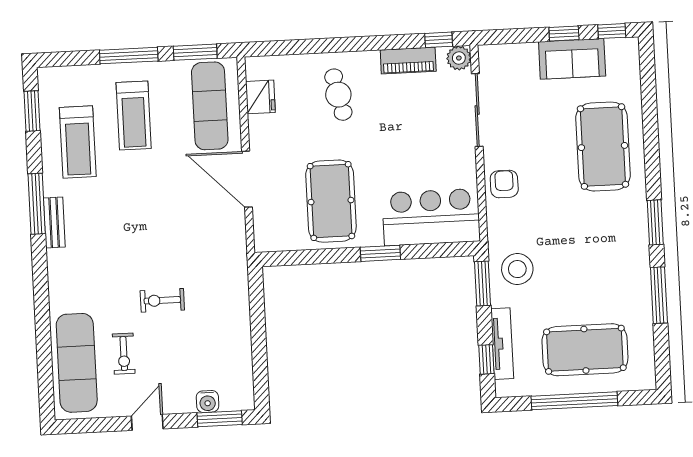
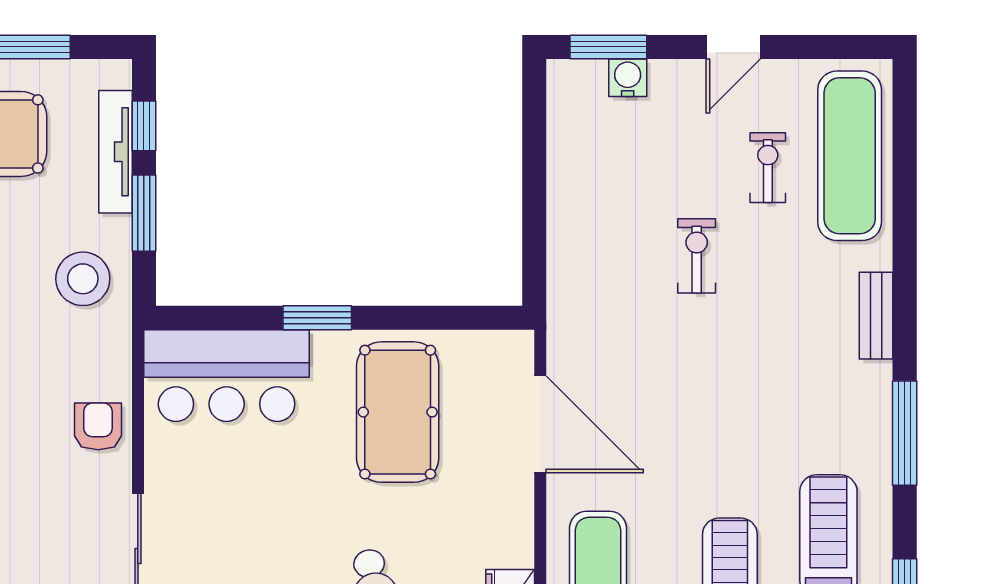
door: (247, 179) -> (540, 424), moved
armchair: (504, 184) -> (98, 426), turned 180
bench: (54, 223) -> (876, 316), moved
window: (483, 283) -> (144, 213), moved
exercise bike: (162, 300) -> (697, 256), turned -90

